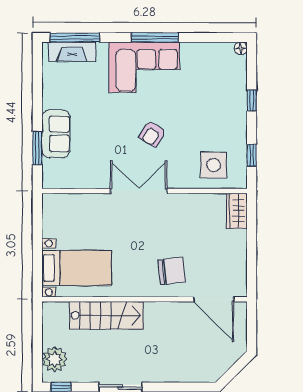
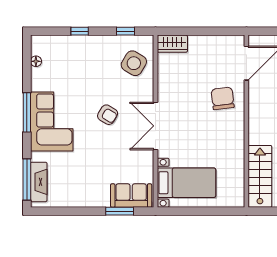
floor lamp: (241, 48) -> (36, 61), moved
sofa: (56, 134) -> (131, 196), moved
side table: (214, 165) -> (134, 63), turned 31
bed with nightstands: (76, 268) -> (186, 183), moved, turned 90
stairs: (106, 315) -> (260, 176), moved

